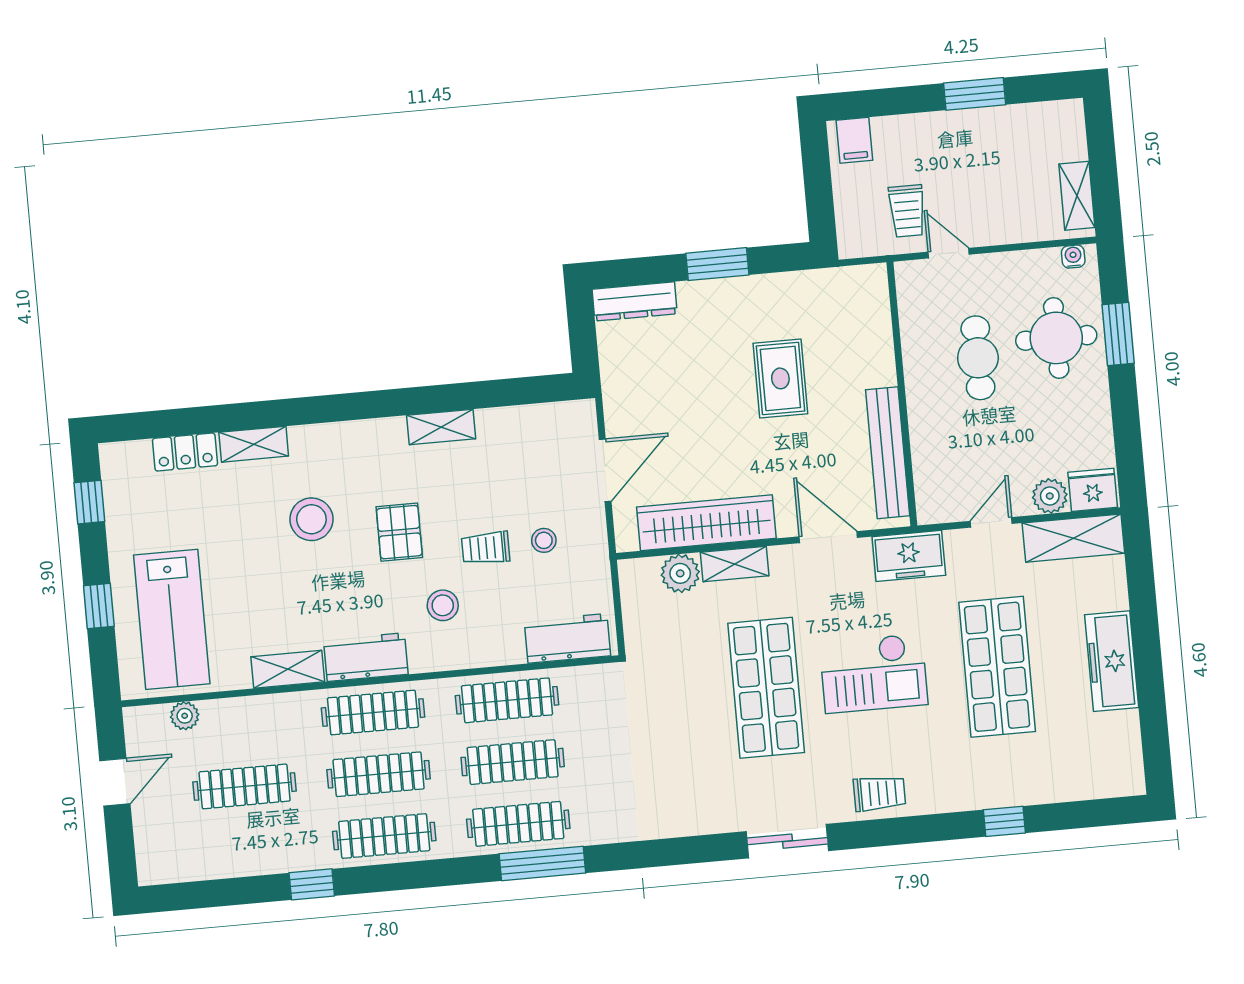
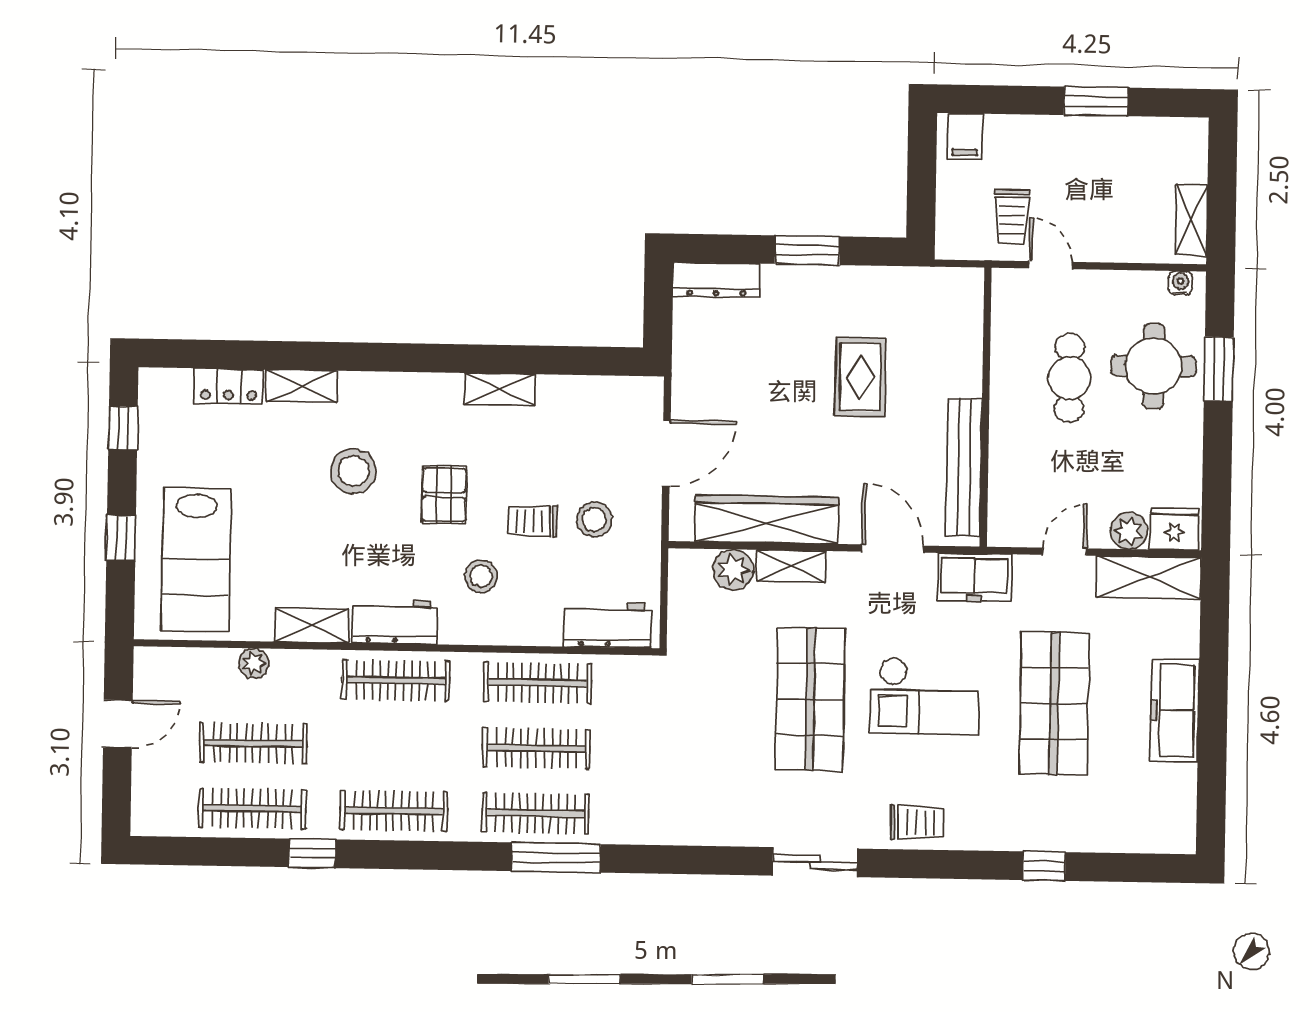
stool: (544, 540) -> (594, 520), width x1.37, depth x1.37
plant: (185, 716) -> (254, 663), moved
clothes rail: (379, 774) -> (252, 808), moved

